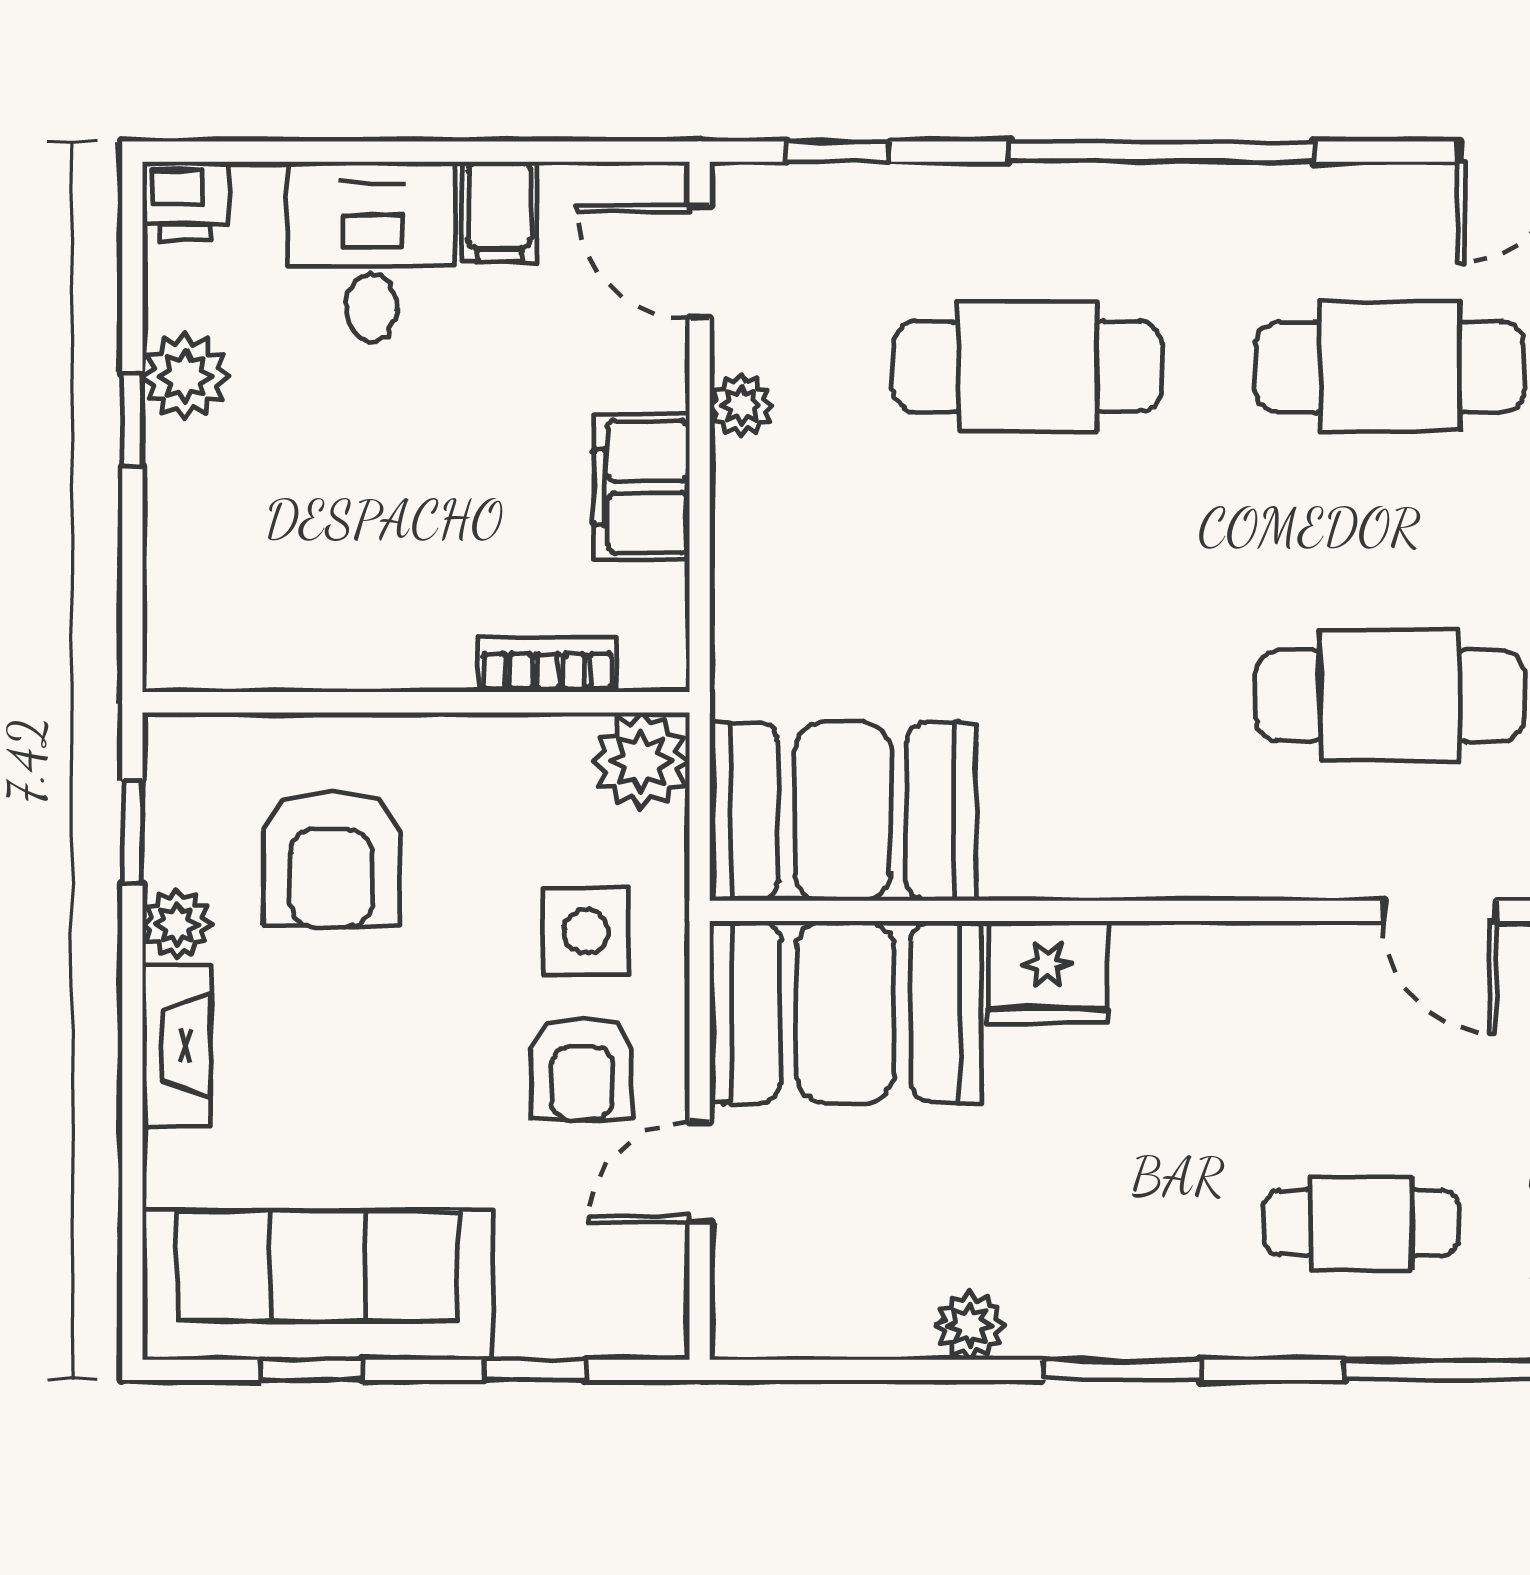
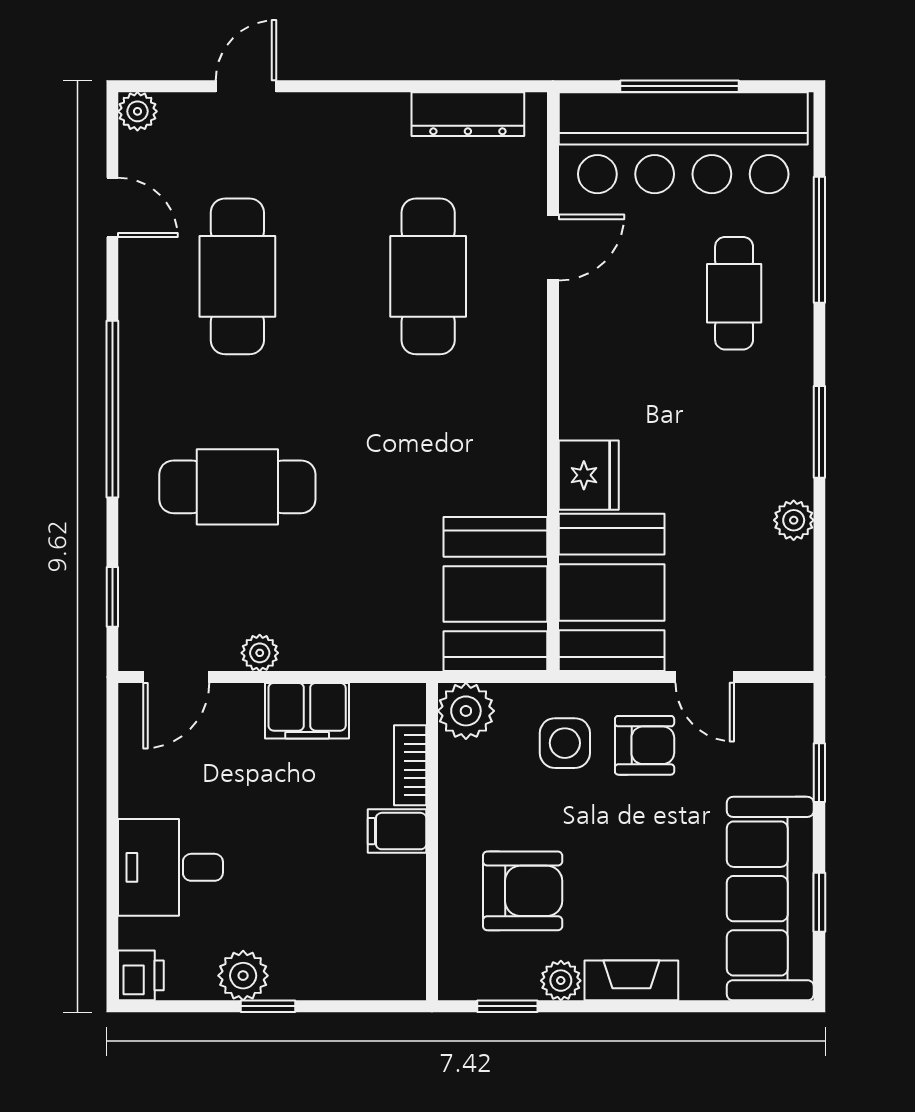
filing cabinet: (500, 212) -> (397, 831), moved, turned 180
cafe table: (1027, 367) -> (237, 487), turned 90

